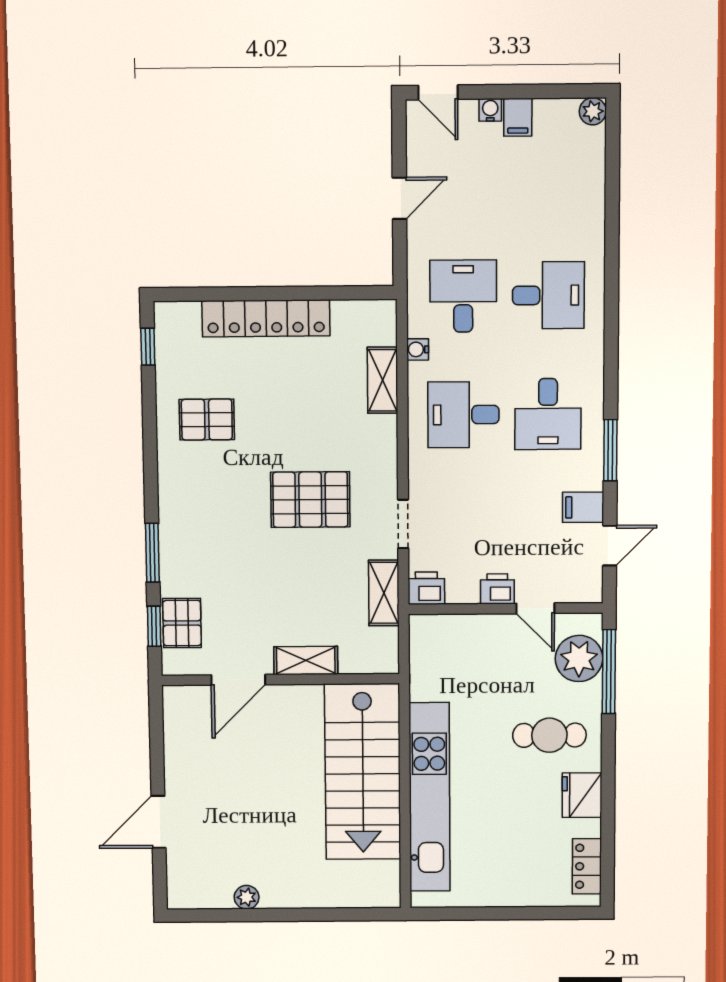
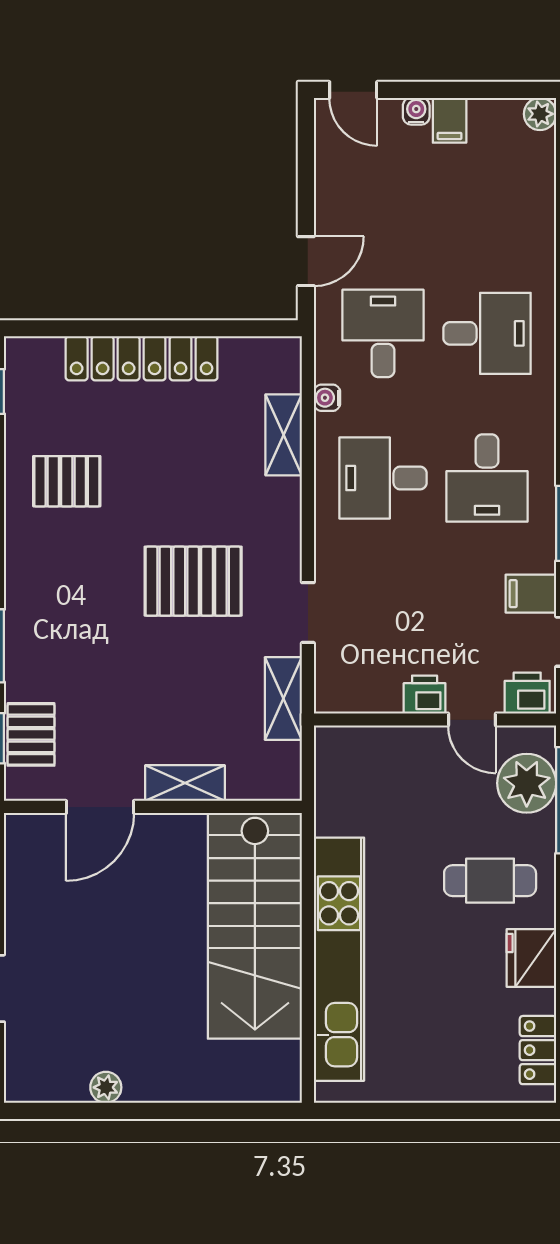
door: (399, 198) -> (306, 261), moved
printer: (426, 588) -> (527, 693), moved

